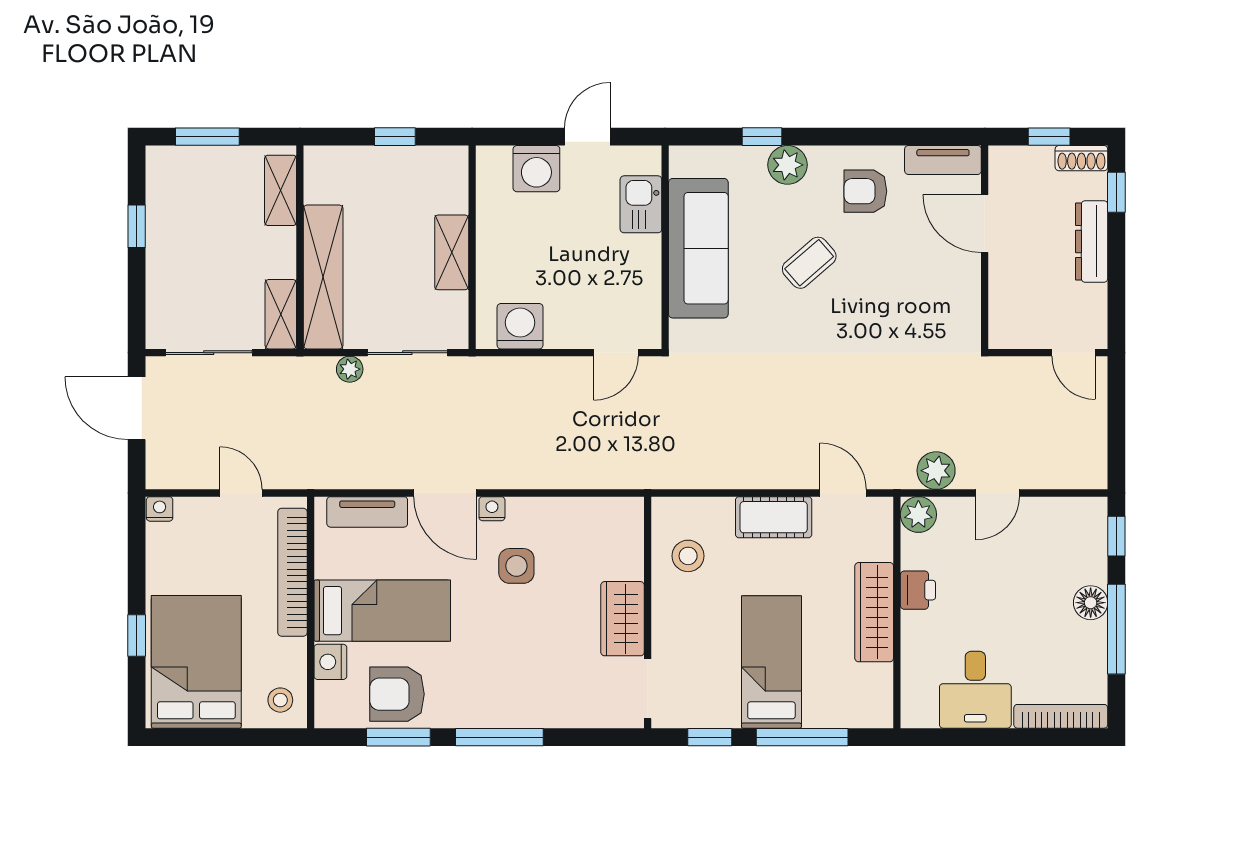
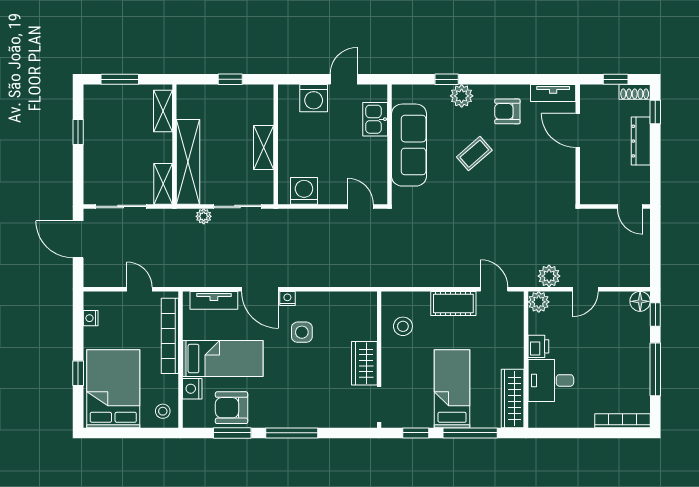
door: (616, 353) -> (360, 206), swing flipped
nightstand: (160, 509) -> (91, 318), moved, turned -90
floor lamp: (1091, 603) -> (640, 301), moved
wardrobe: (874, 612) -> (513, 398), moved
desk: (975, 690) -> (551, 380), moved, turned 90

